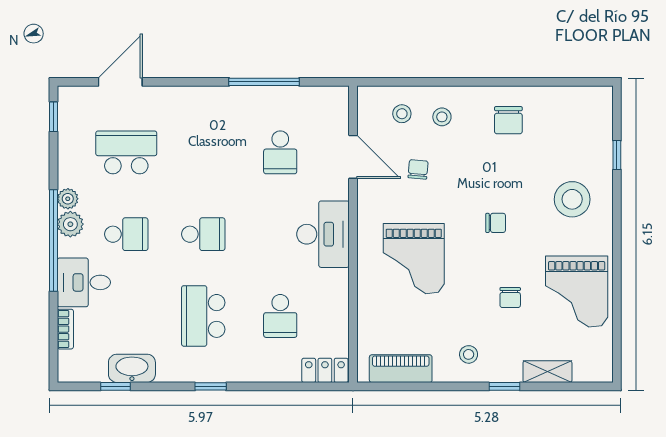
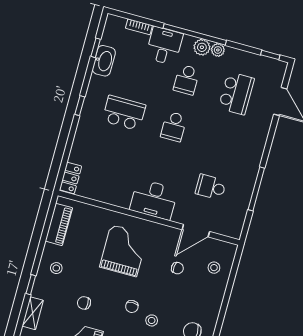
stool: (442, 117) -> (152, 320), moved
grand piano: (414, 259) -> (124, 251), turned 90
school desk: (280, 316) -> (111, 160), removed

